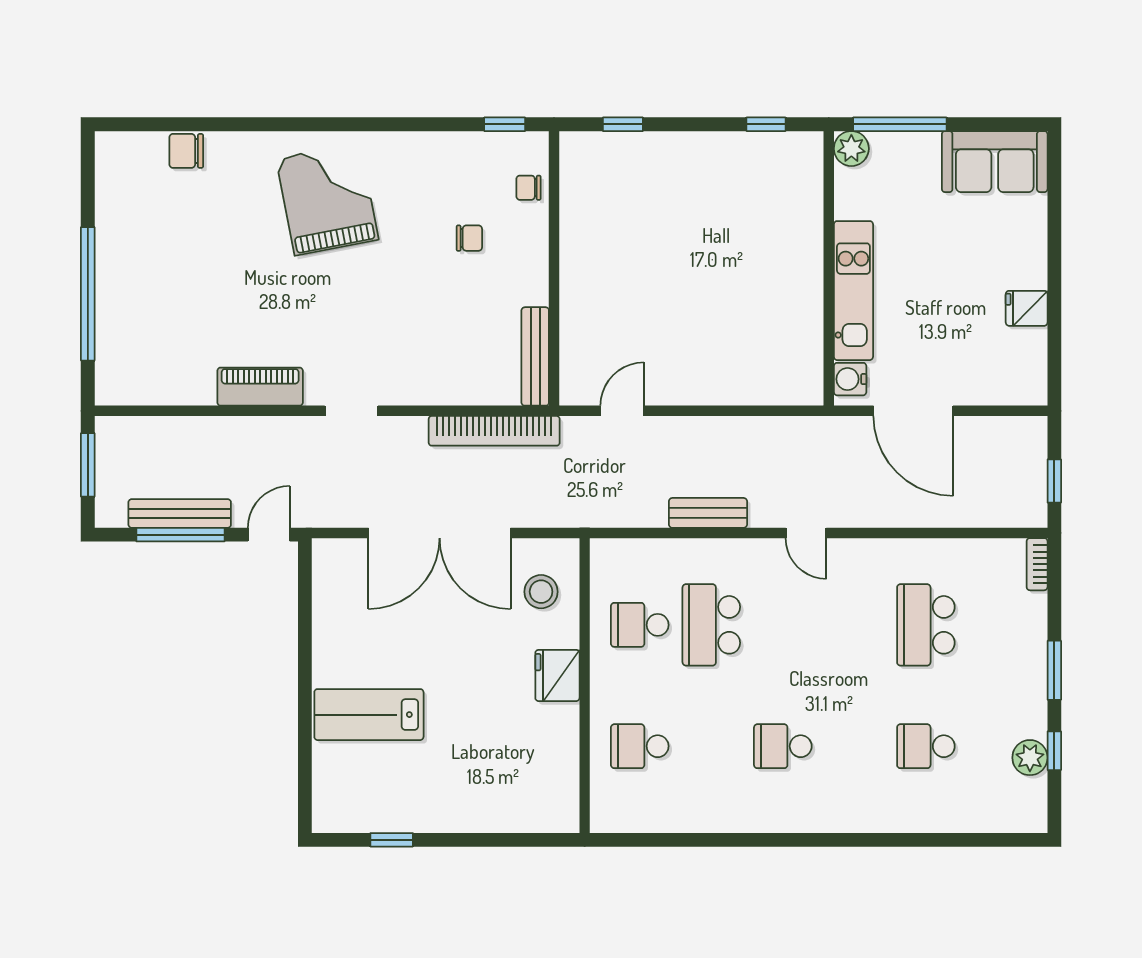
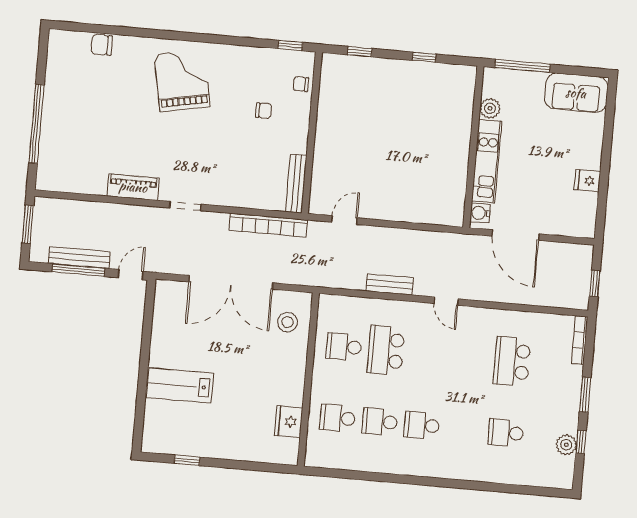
window: (766, 124) -> (424, 57), moved
plant: (851, 149) -> (490, 108), moved
bookcase: (1037, 564) -> (580, 340), width x1.56
fridge: (557, 675) -> (289, 422), moved
school desk: (711, 746) -> (380, 422), added

